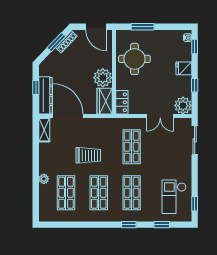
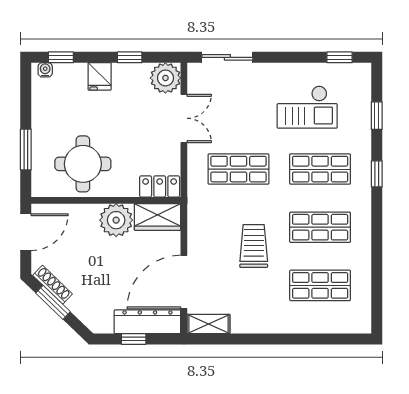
plant: (44, 179) -> (296, 325), removed
checkout: (174, 197) -> (307, 107), moved

